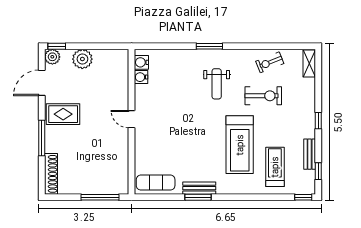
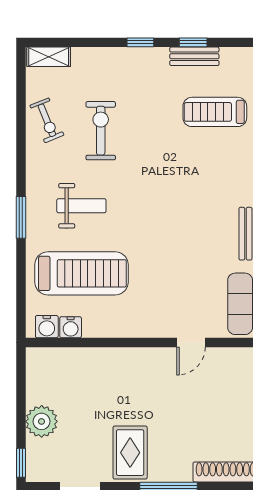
plant: (52, 57) -> (38, 470), removed
door: (132, 119) -> (191, 342), moved
treadmill: (240, 145) -> (82, 273), moved
window: (318, 171) -> (193, 42), moved

